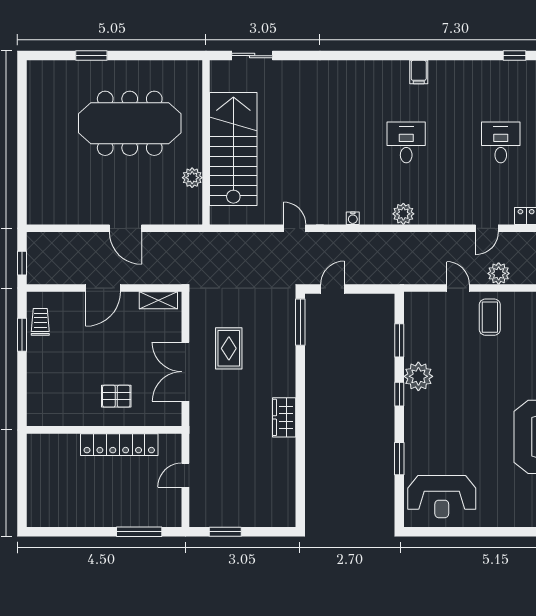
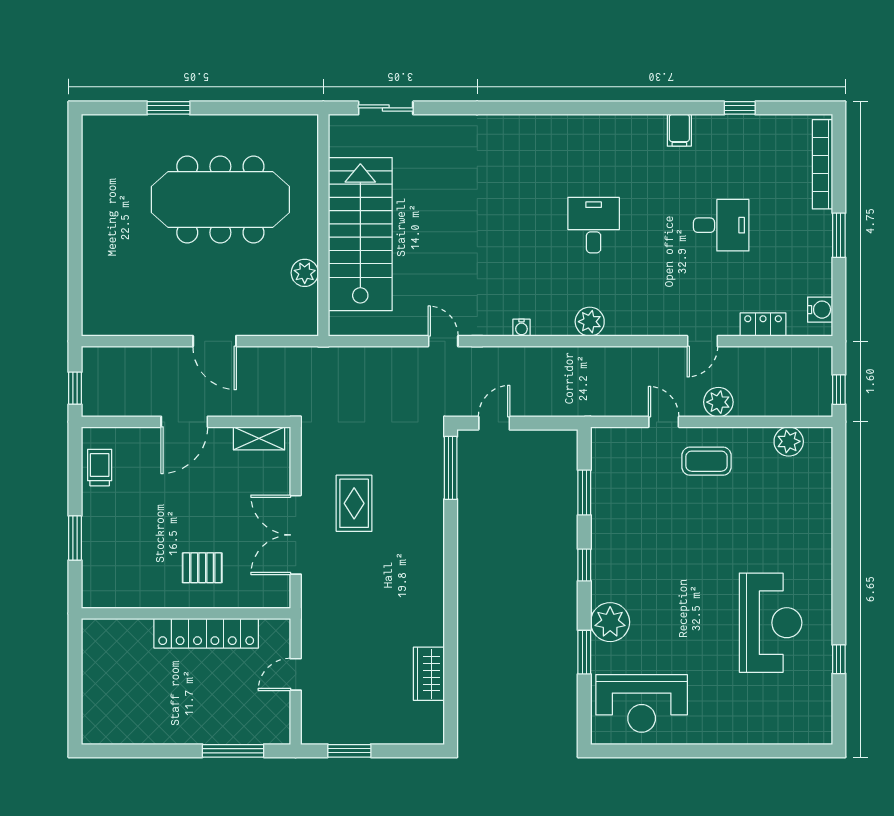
filing cabinet: (419, 72) -> (679, 130), moved
desk: (501, 142) -> (721, 225), turned 90
coffee table: (490, 317) -> (706, 461), turned 90
window: (22, 335) -> (75, 538), moved
plant: (418, 376) -> (610, 622), moved
wardrobe: (284, 417) -> (429, 674), moved

